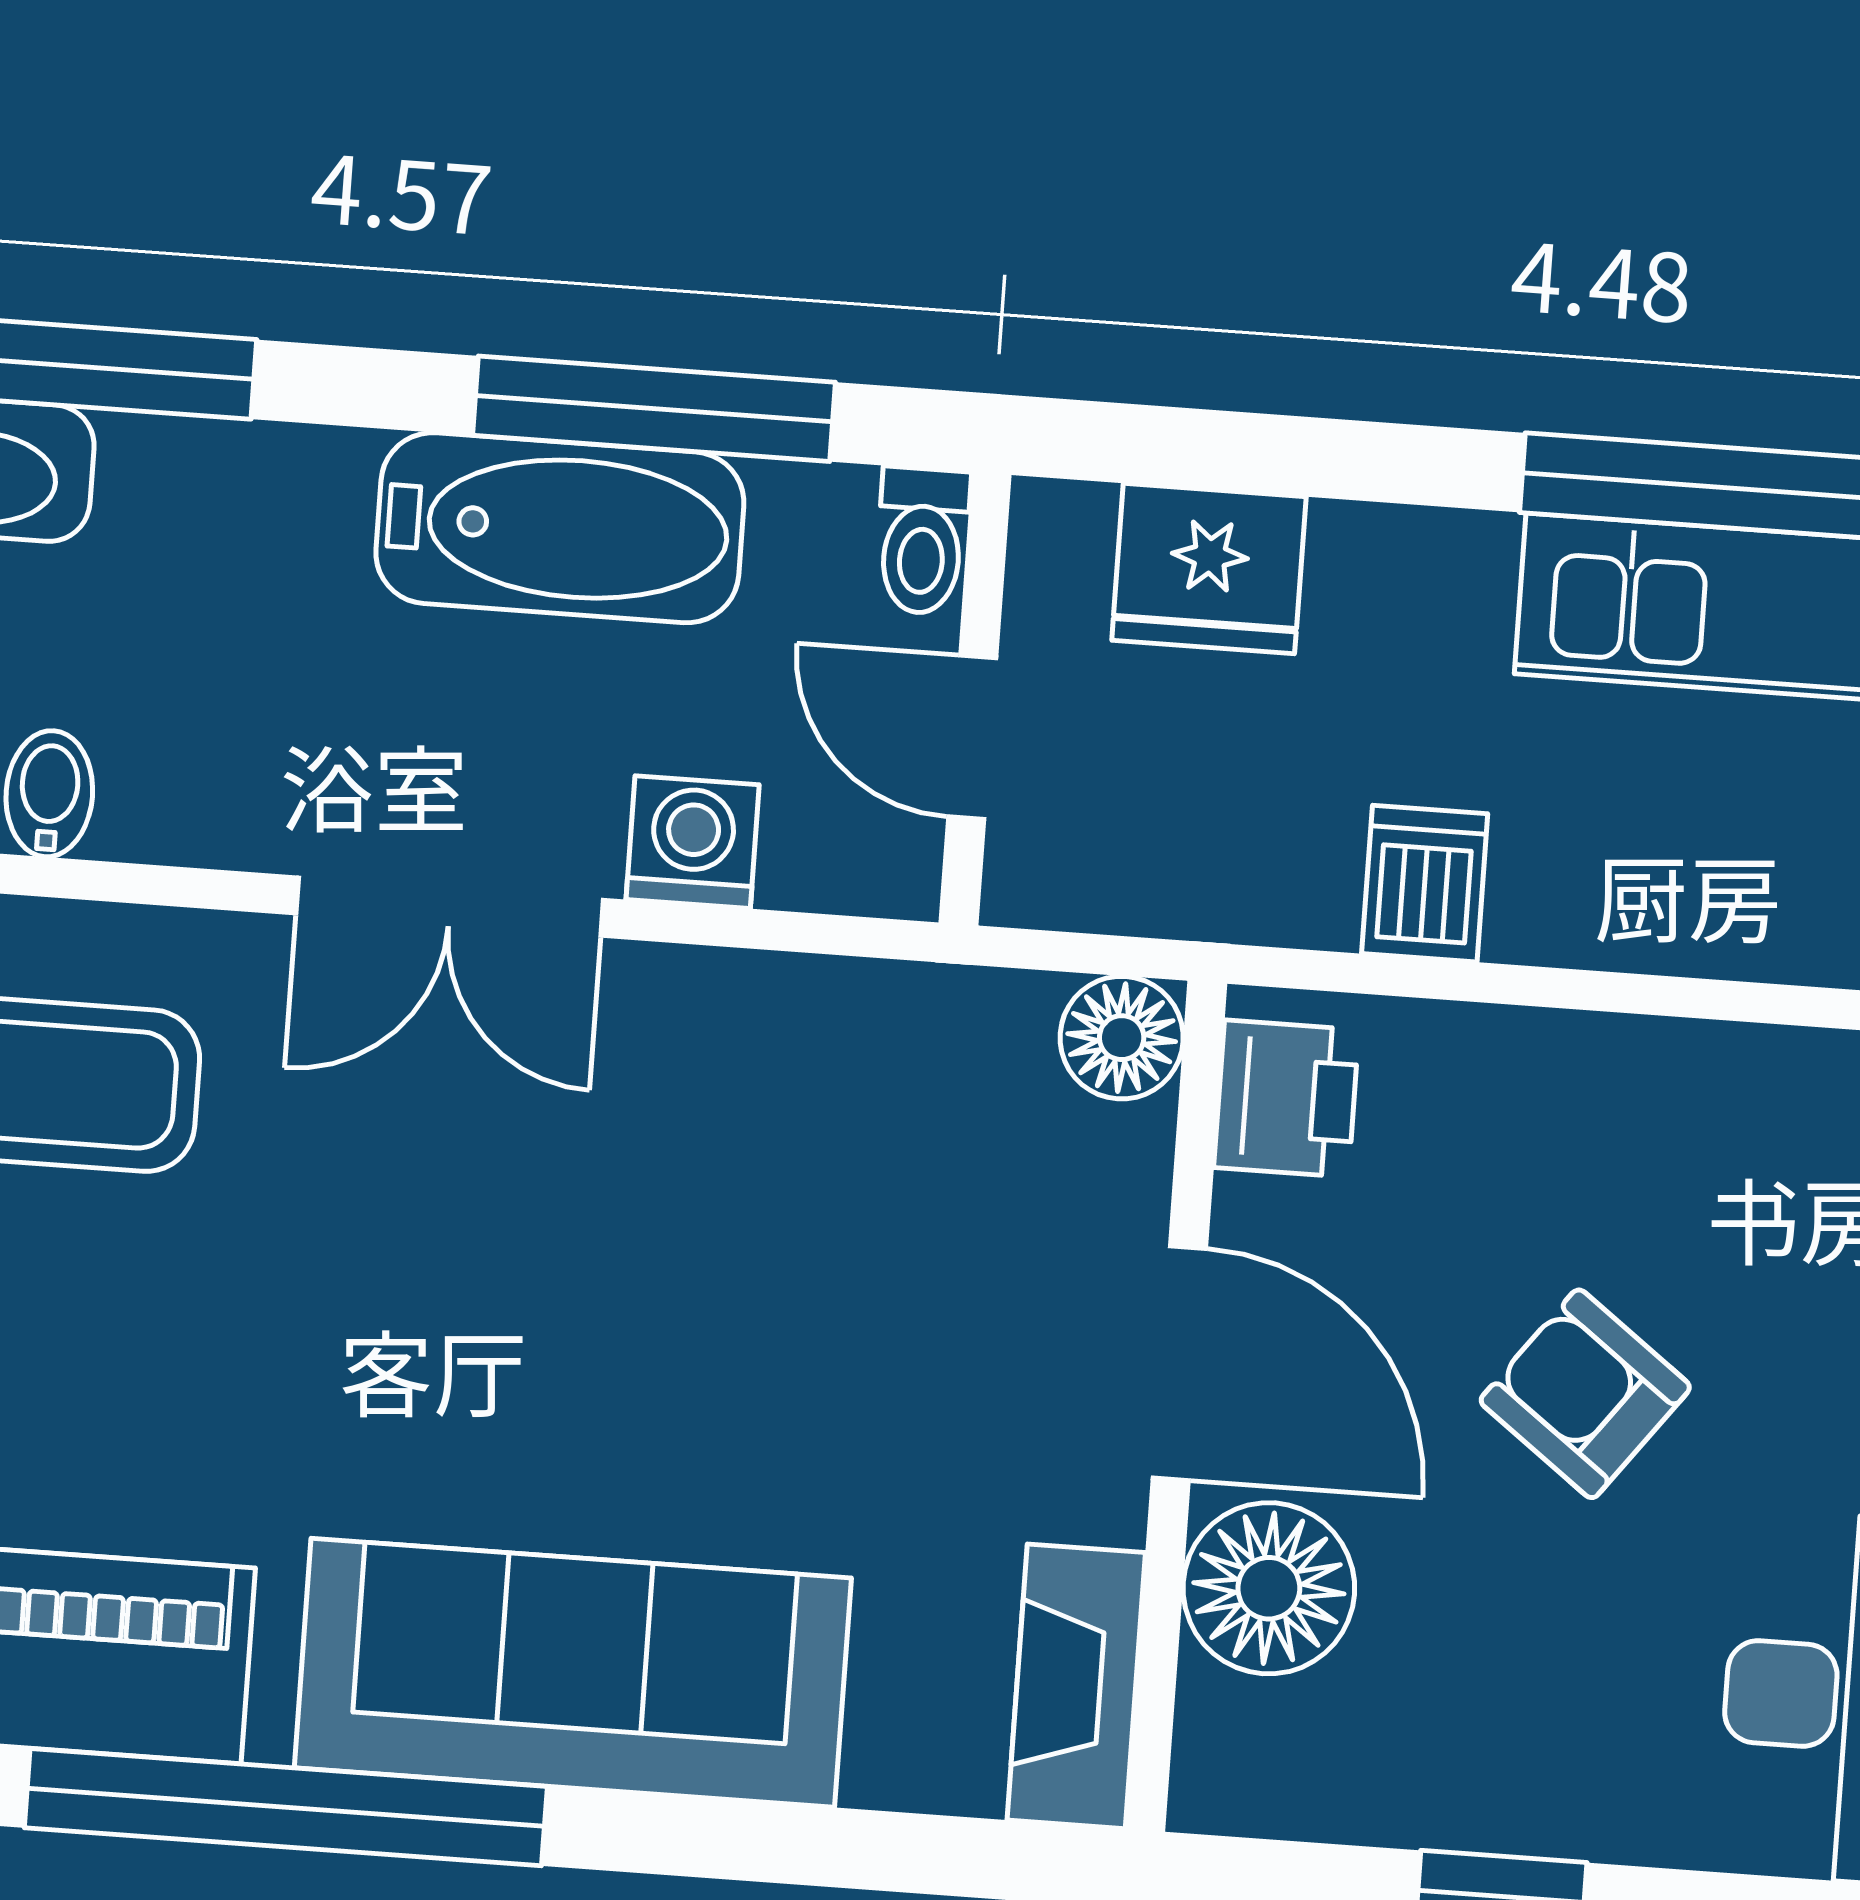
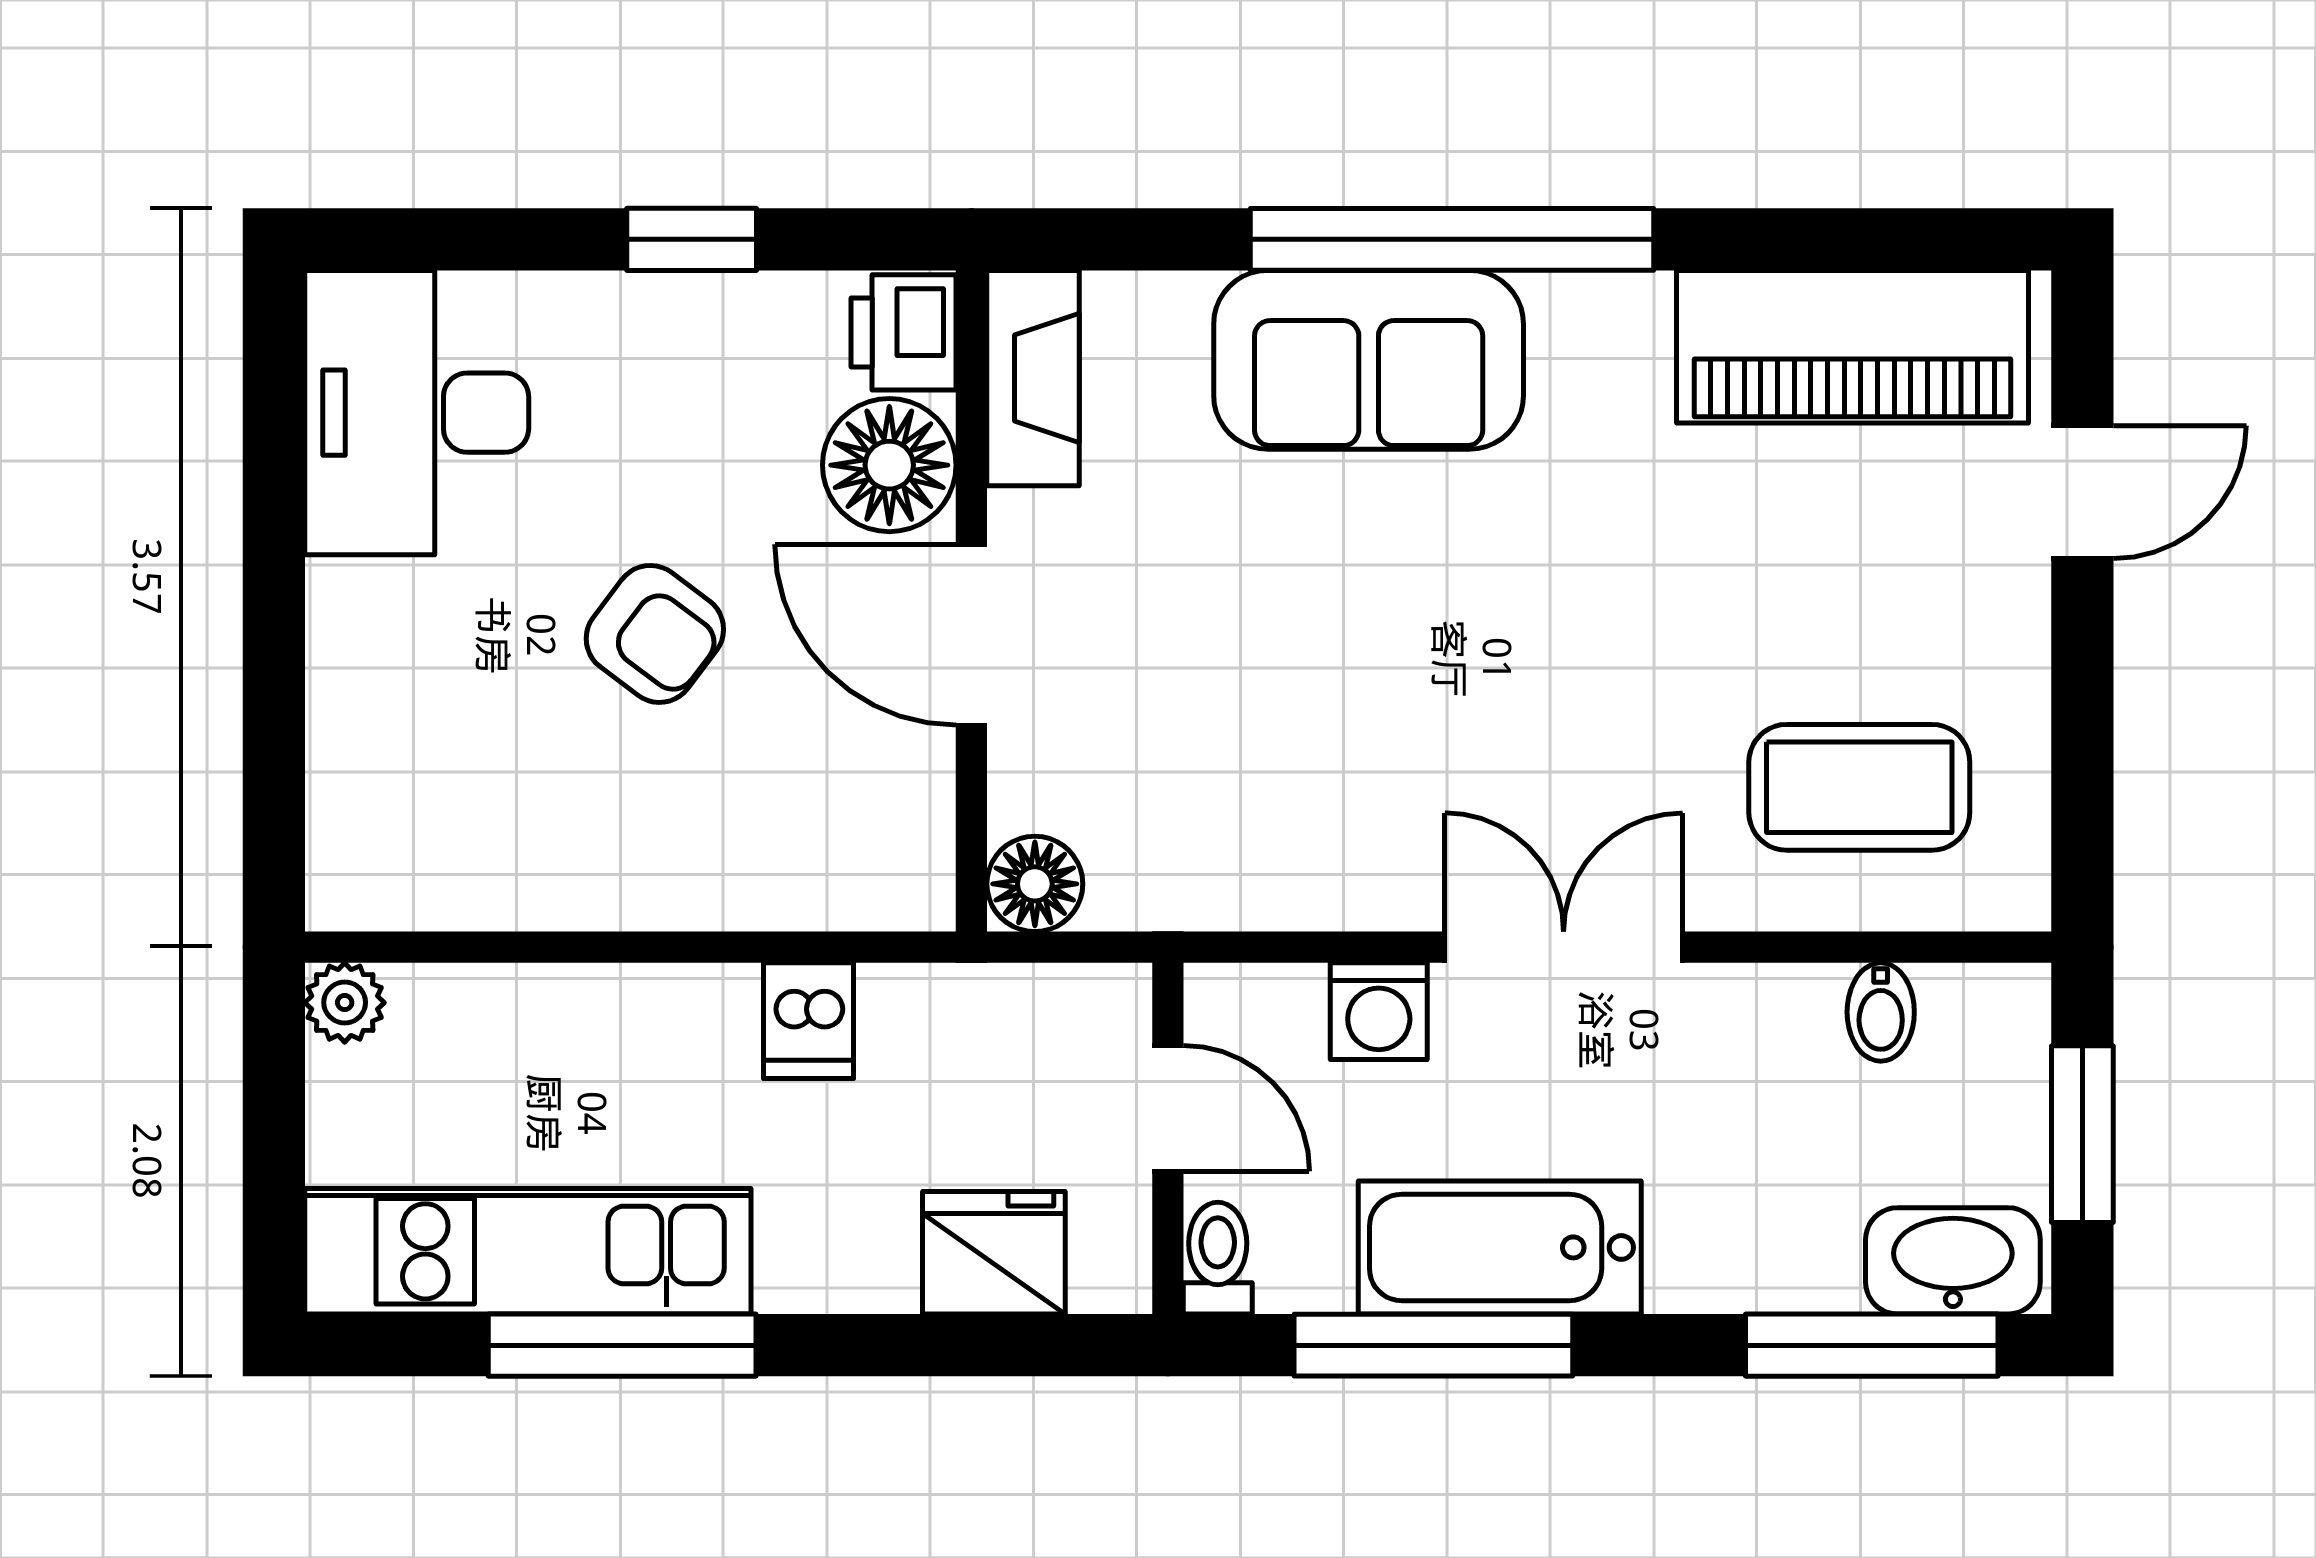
printer: (1286, 1098) -> (904, 332), moved
sofa: (573, 1673) -> (1369, 360), width x0.73
window: (286, 1807) -> (1452, 239), moved

